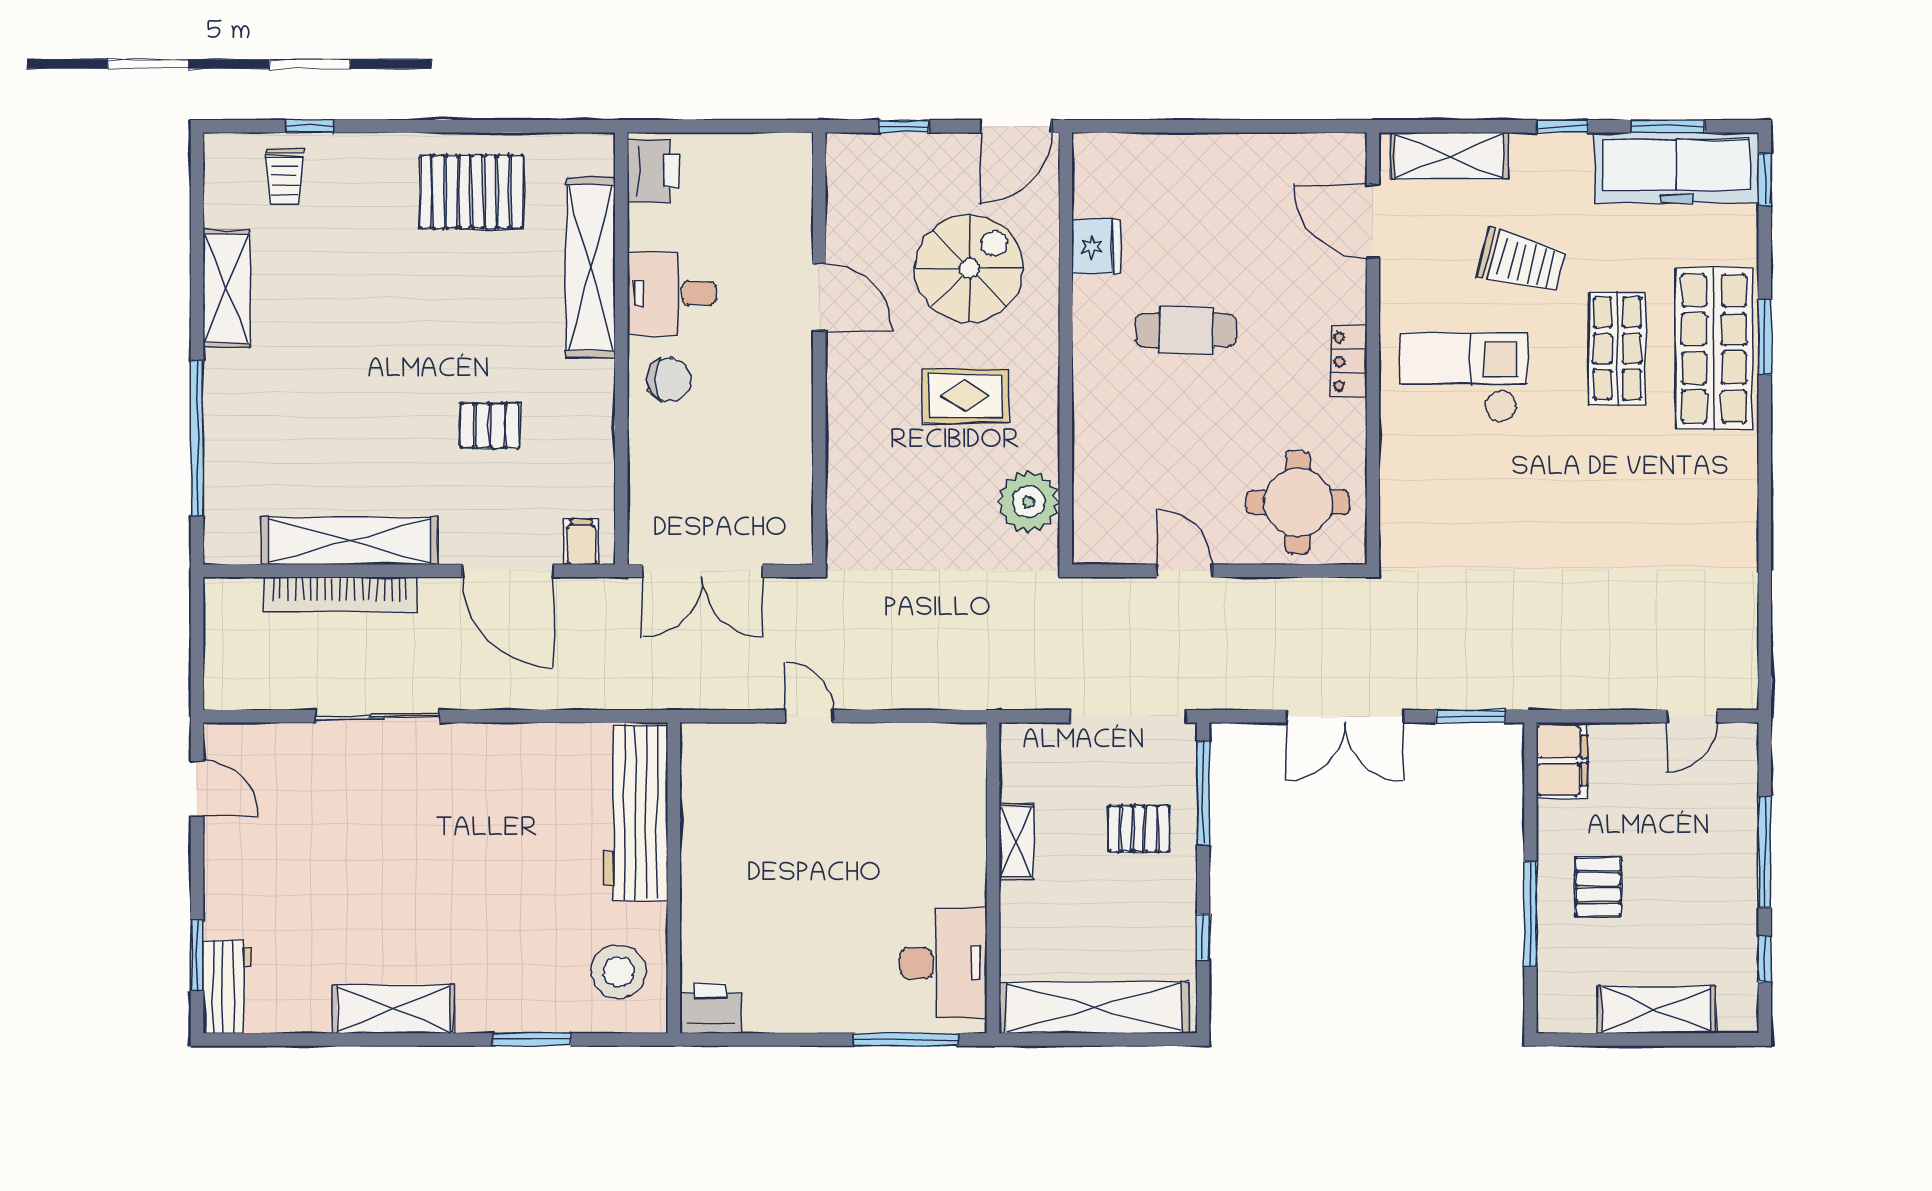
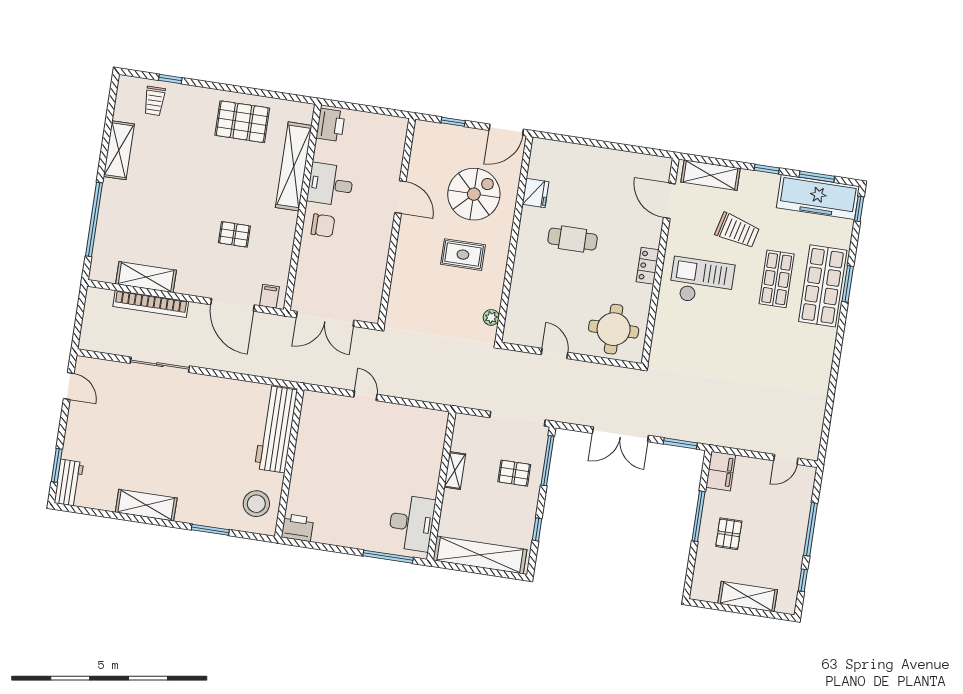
plant: (1029, 502) -> (491, 317), width x0.53, depth x0.53
shelving: (350, 541) -> (146, 277), width x0.68
window: (1530, 914) -> (698, 516), moved

